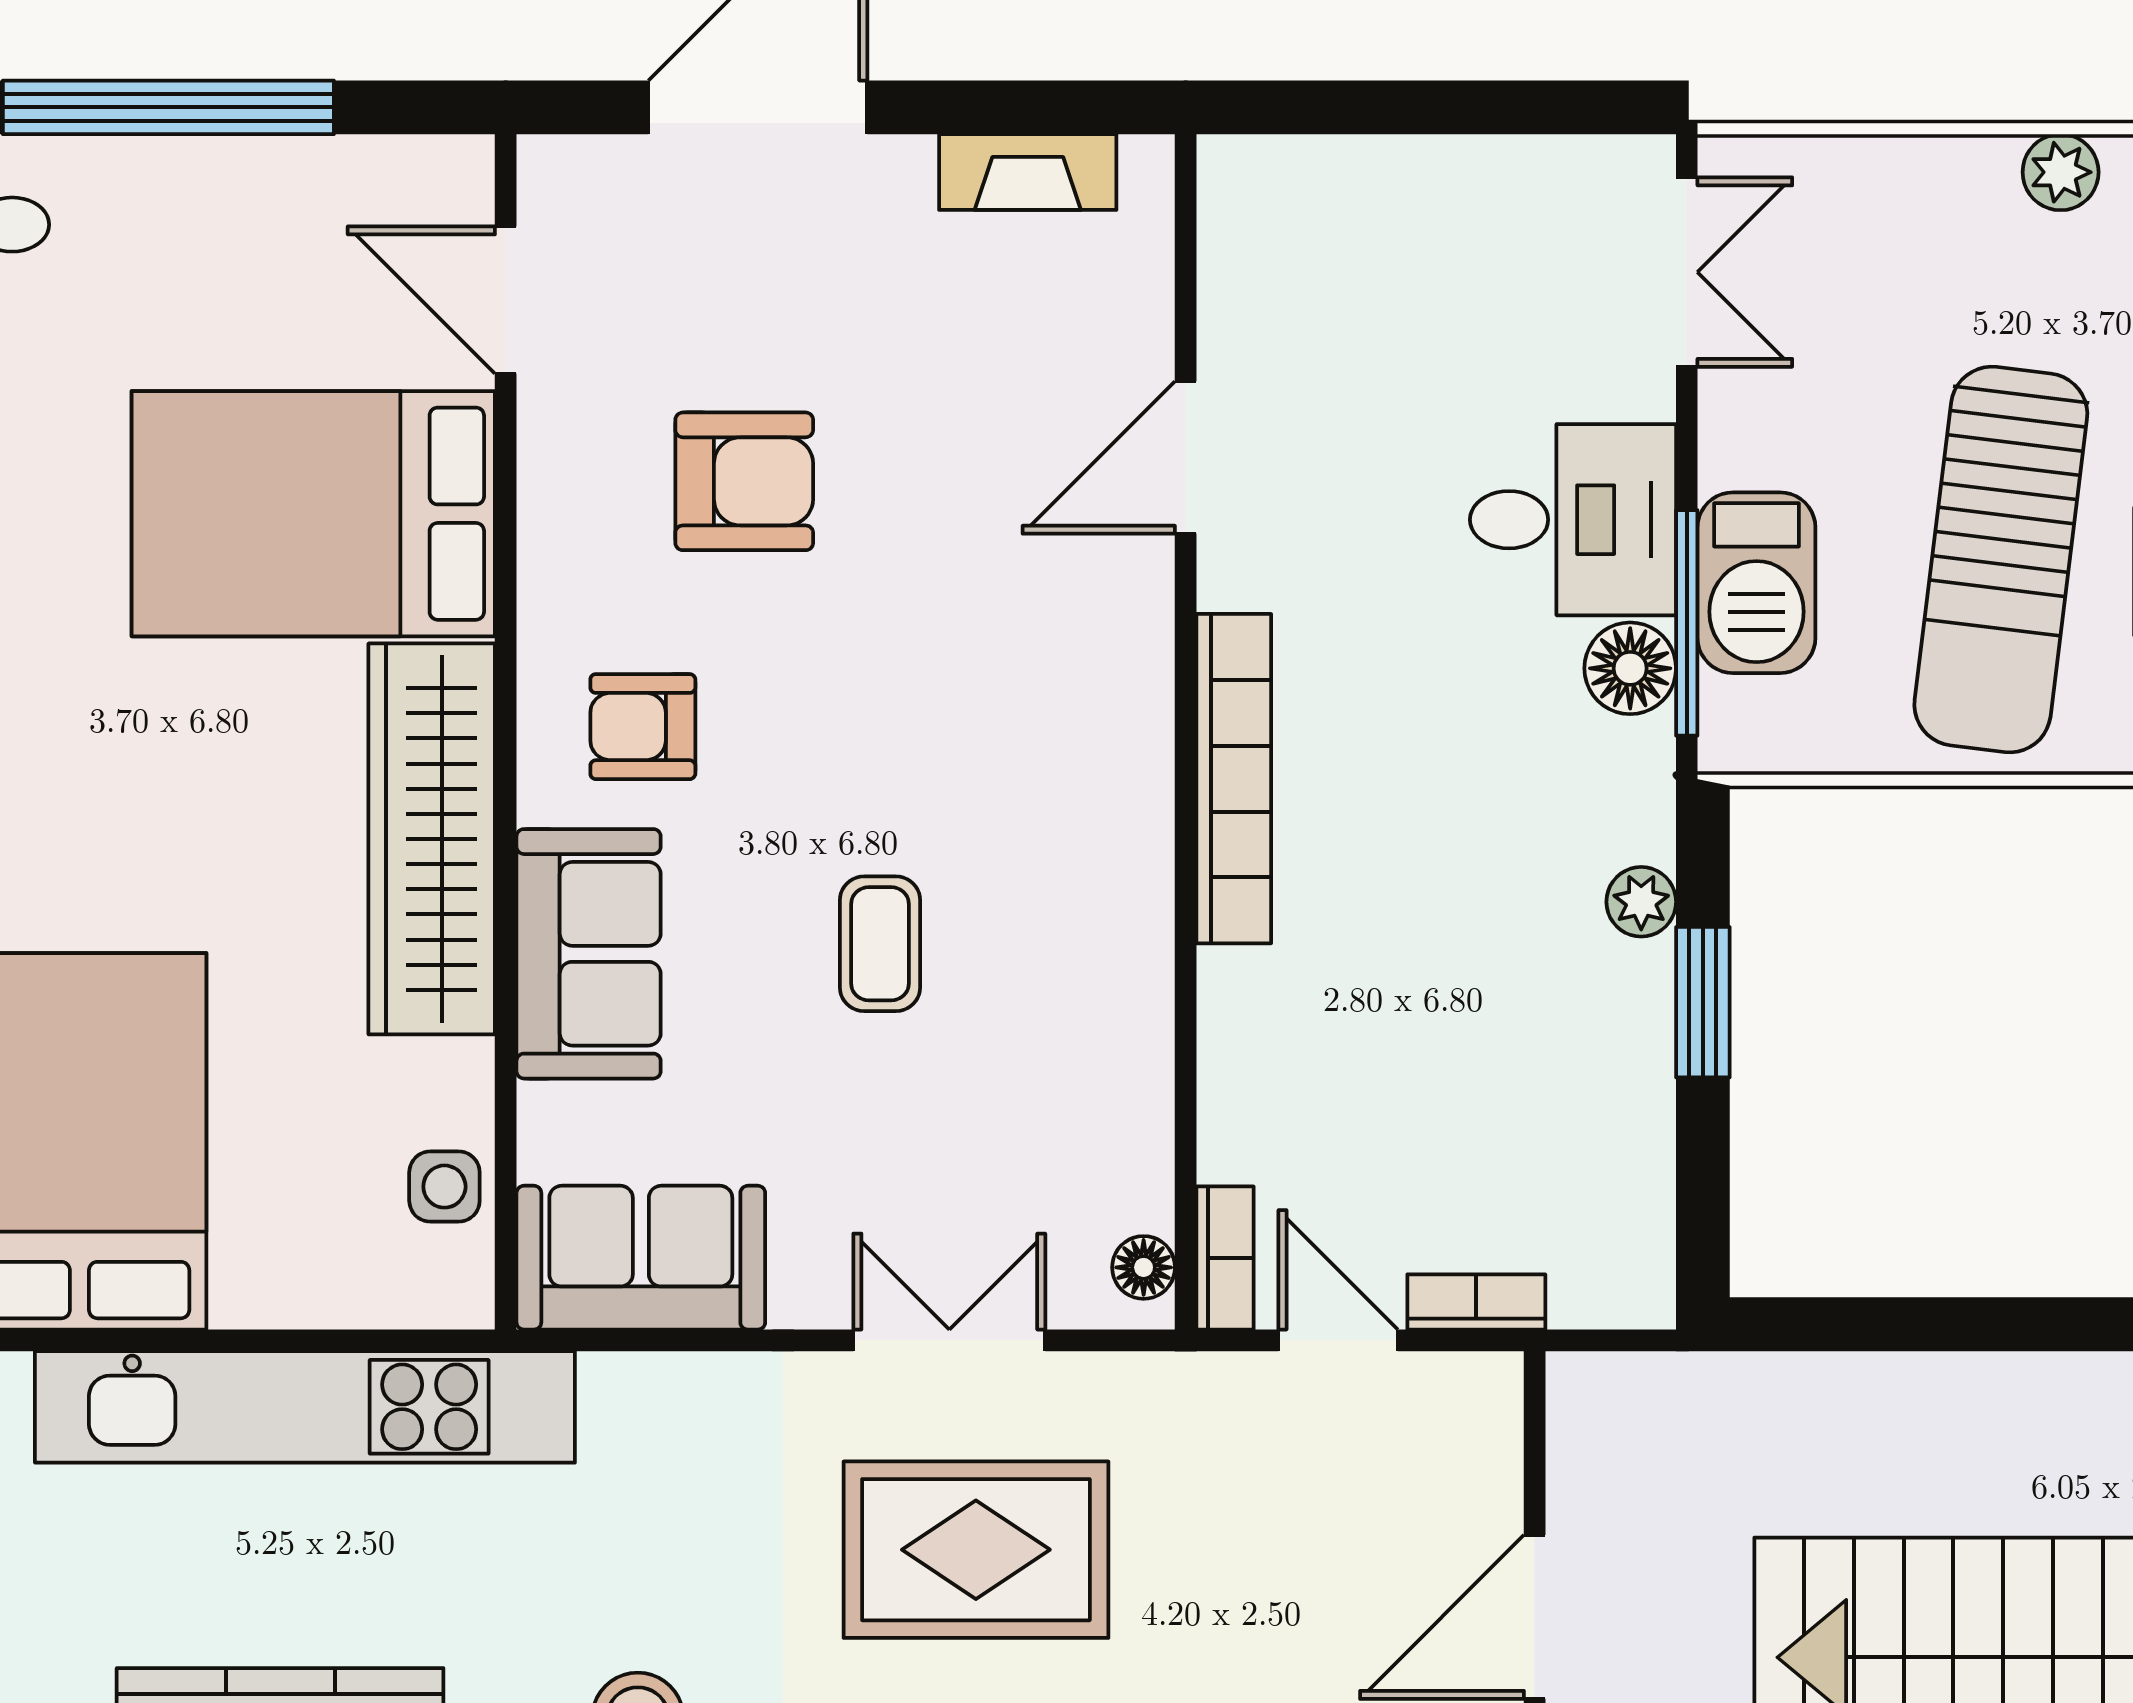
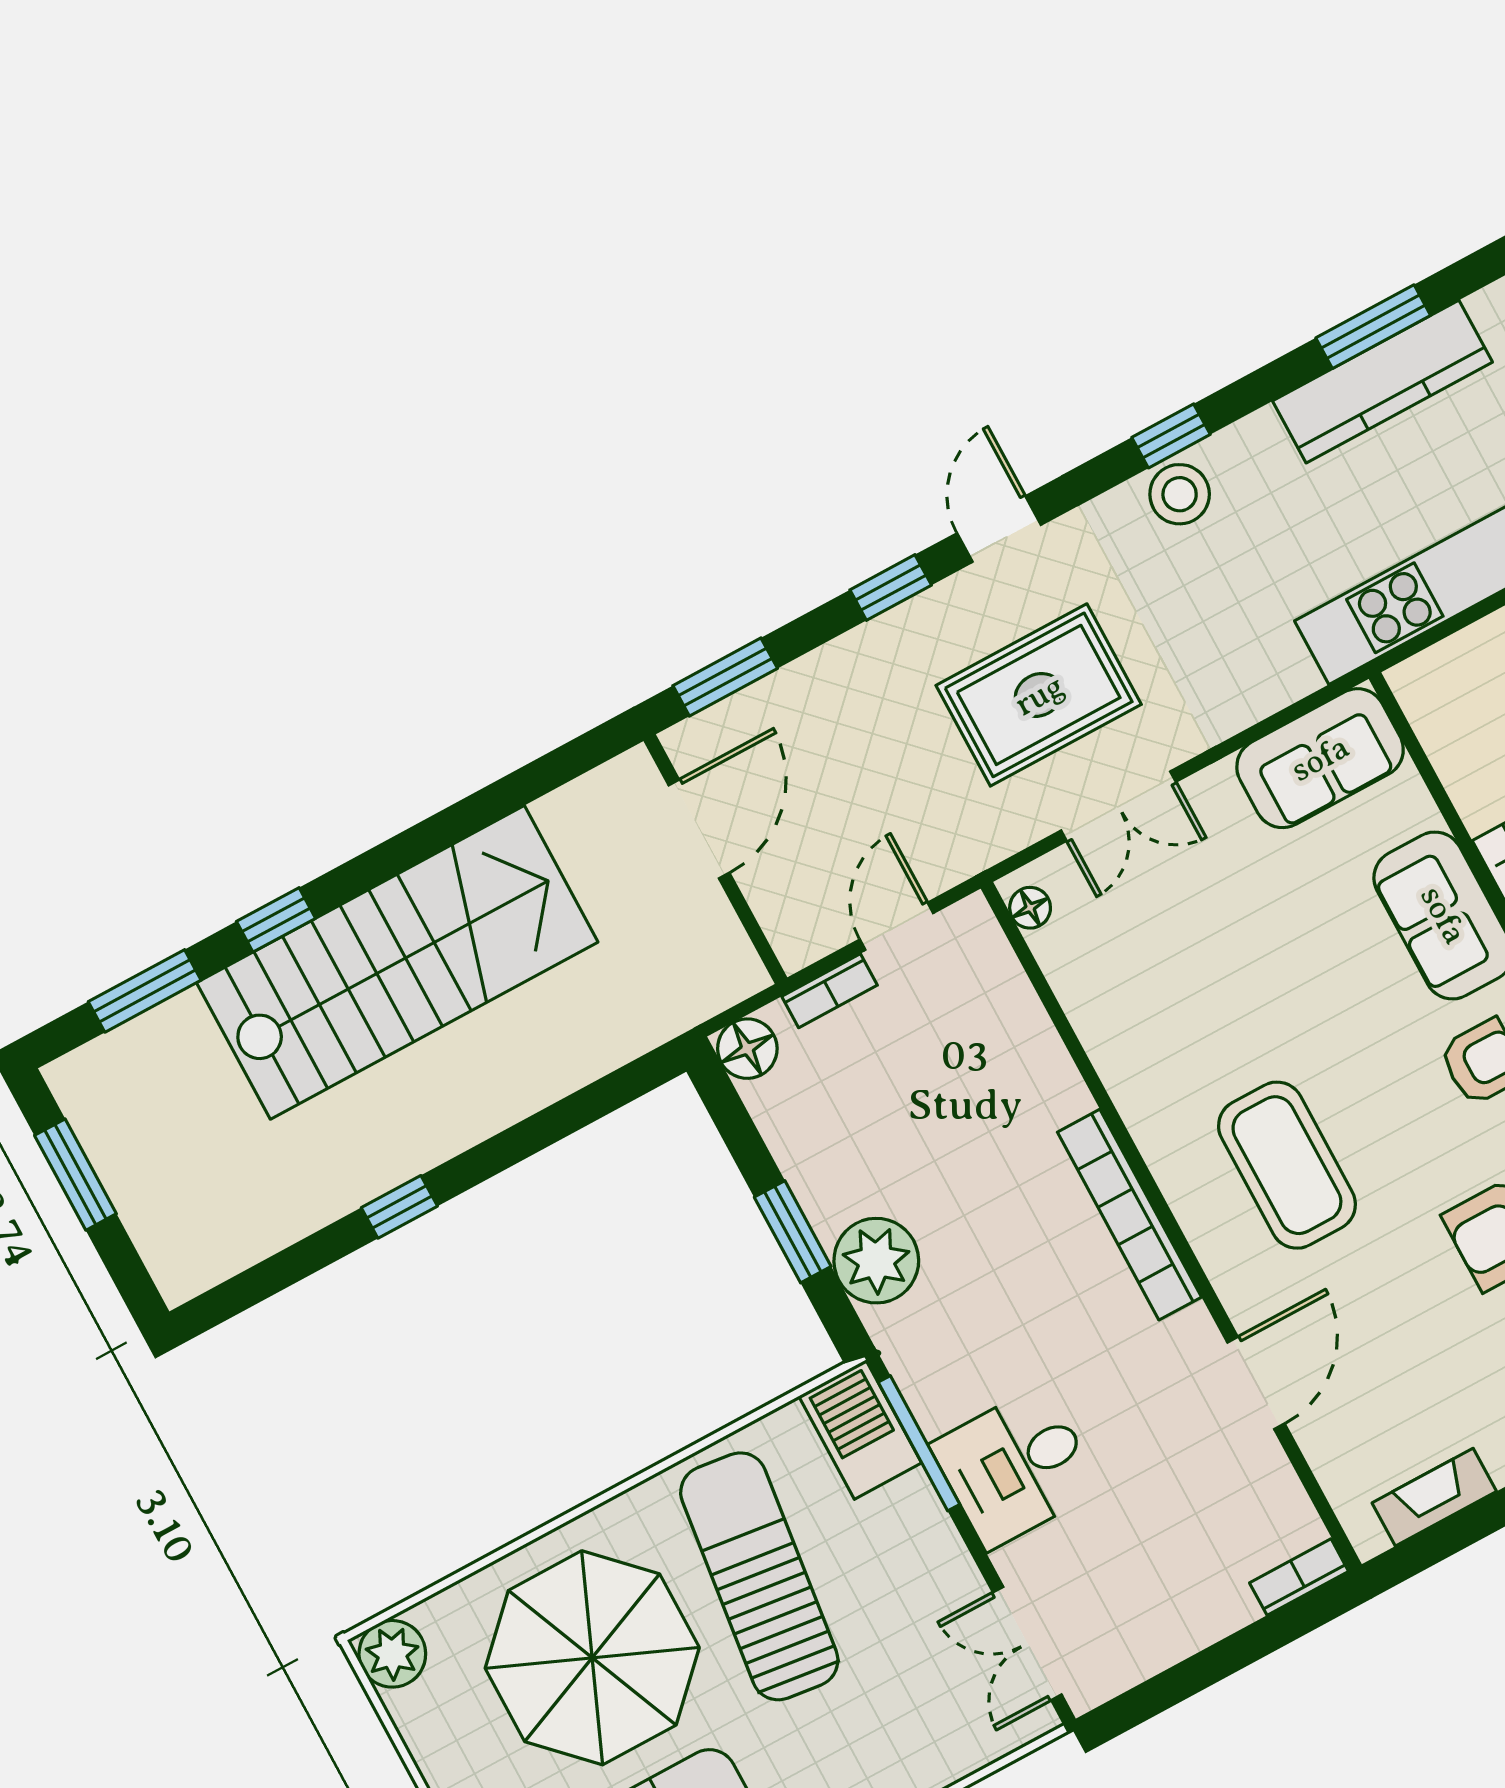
barbecue: (1756, 583) -> (860, 1430), moved
floor lamp: (1630, 668) -> (747, 1049), moved
plant: (1641, 902) -> (876, 1261), width x1.87, depth x1.87
coffee table: (880, 944) -> (1287, 1165), moved, width x1.86, depth x1.72
side table: (444, 1187) -> (1454, 738), removed
bookcase: (1225, 1258) -> (1299, 1577), moved, turned 90
door: (1338, 1340) -> (896, 926), swing flipped

